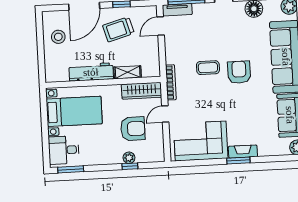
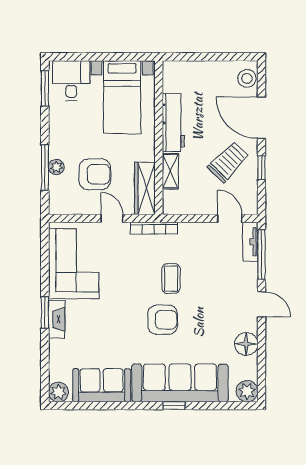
trolley: (118, 29) -> (228, 162), turned 60
stool: (58, 37) -> (247, 78), moved
armchair: (133, 129) -> (95, 174), turned -90
window: (130, 166) -> (45, 168), width x2.17

